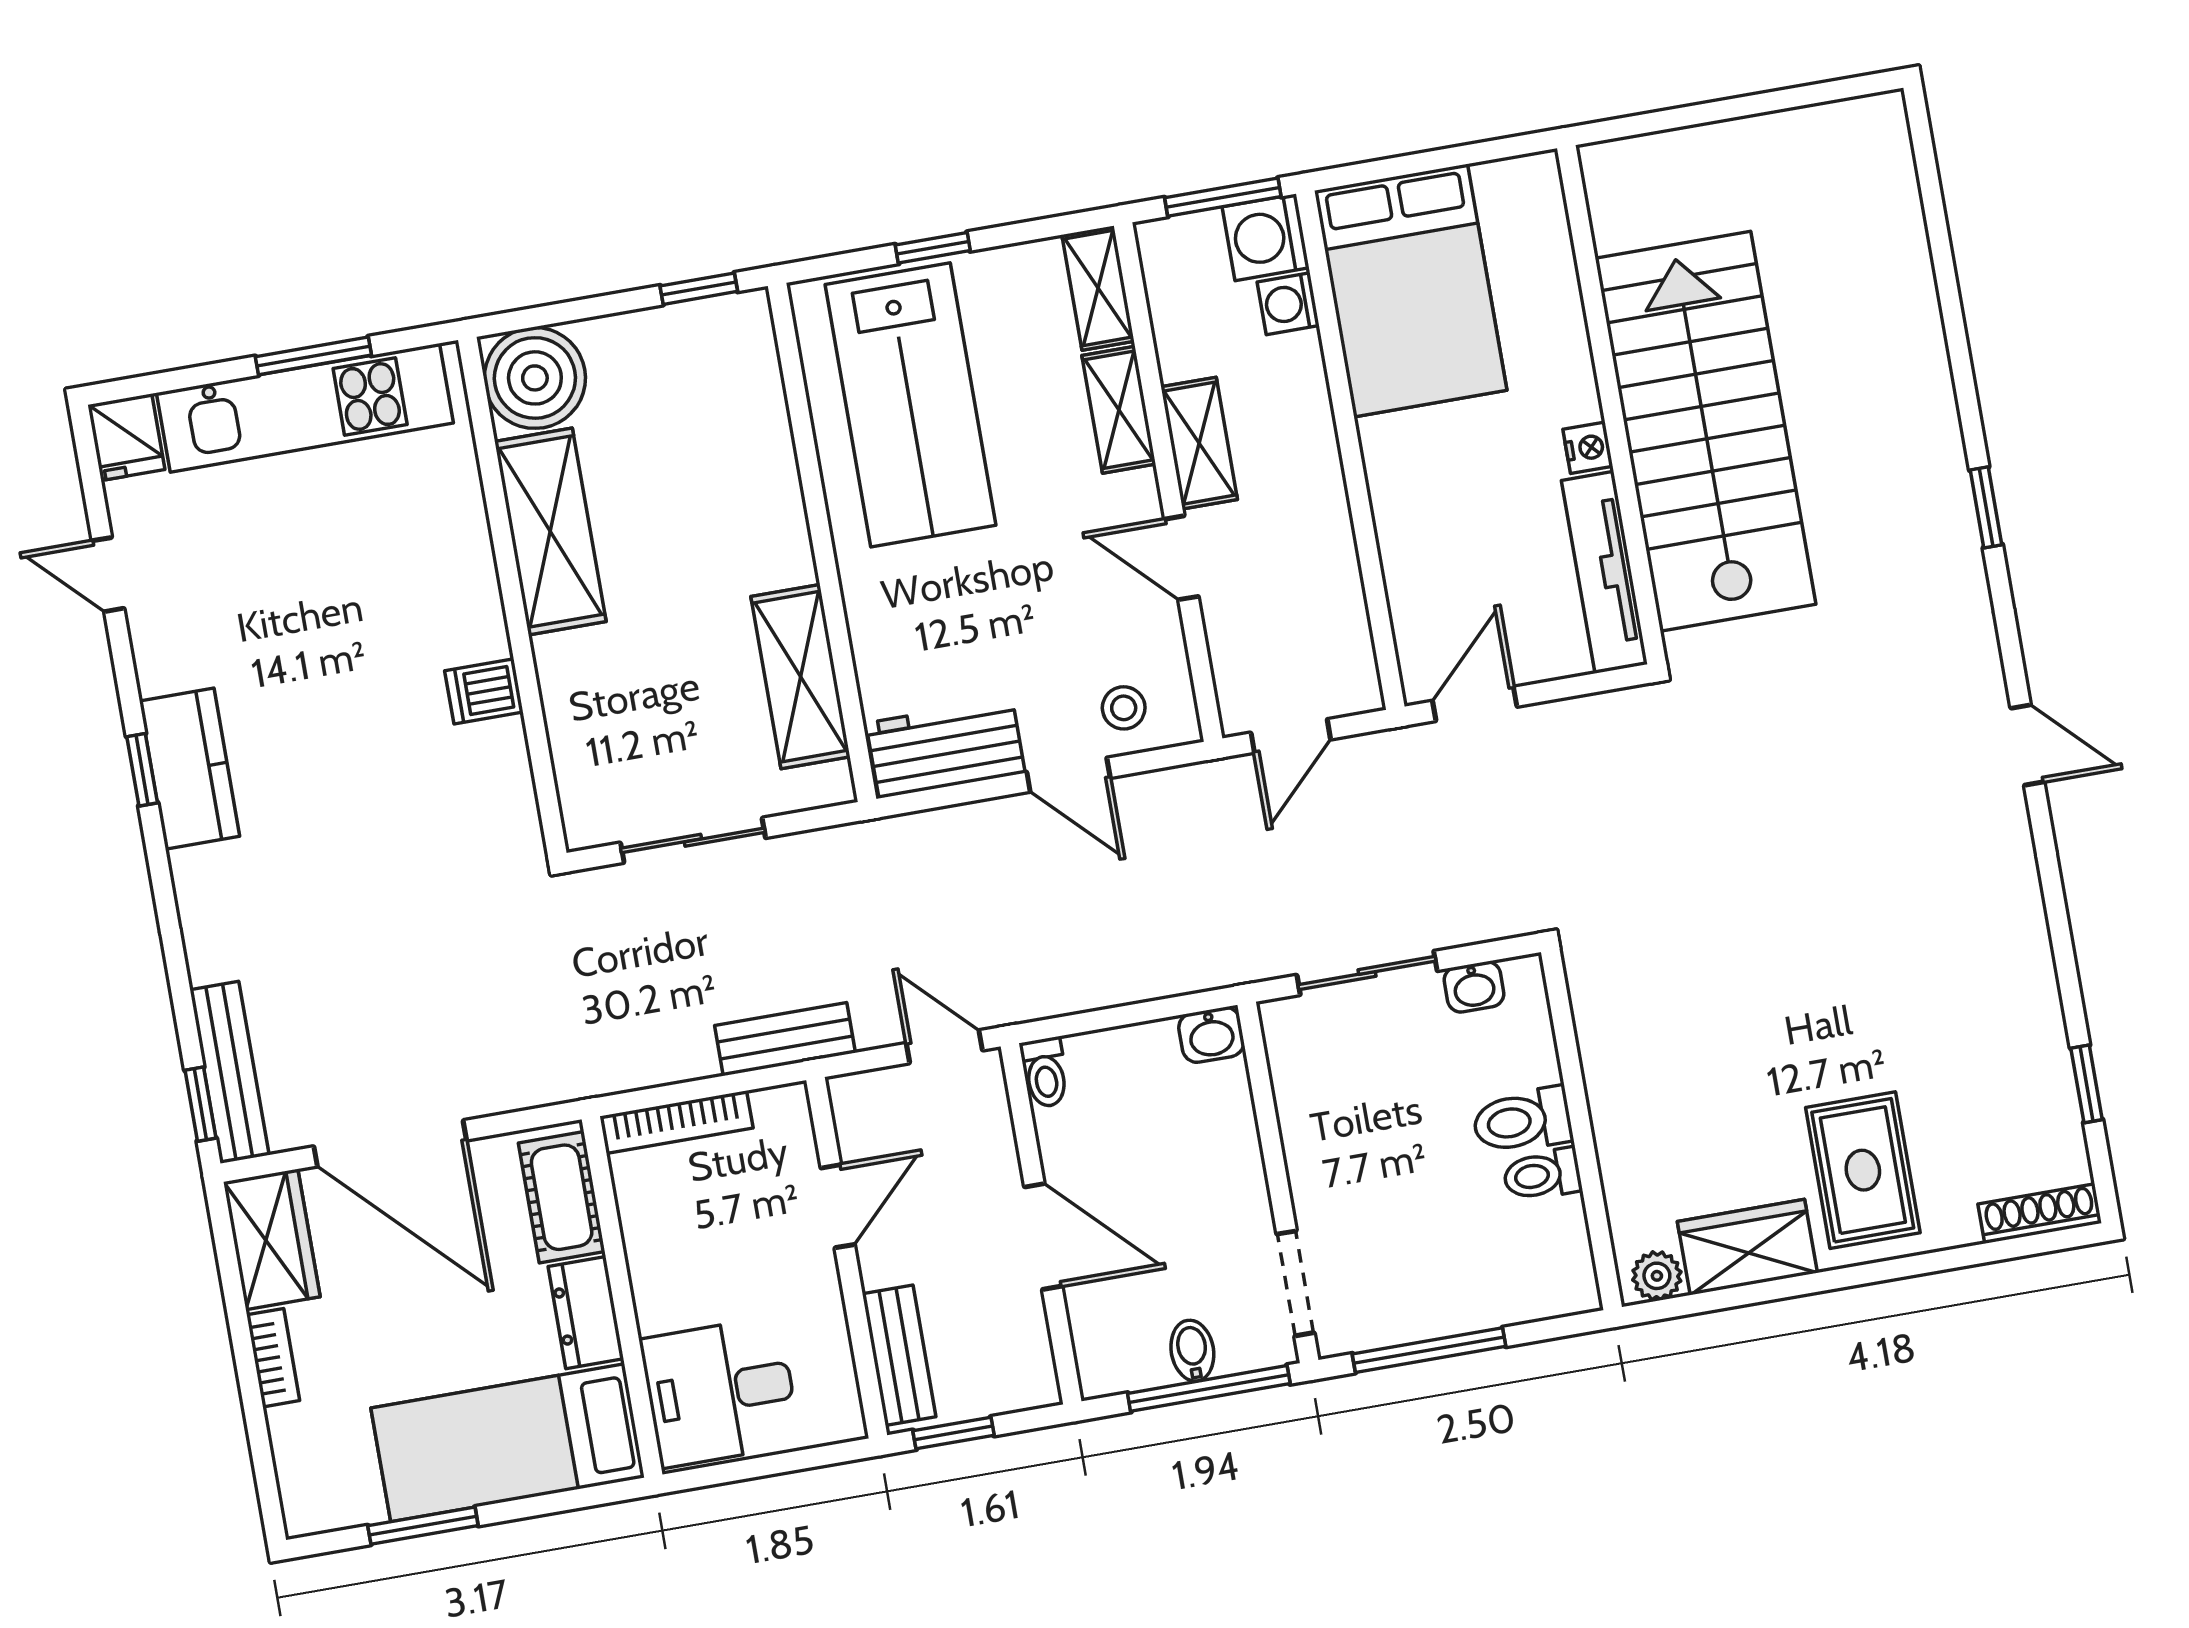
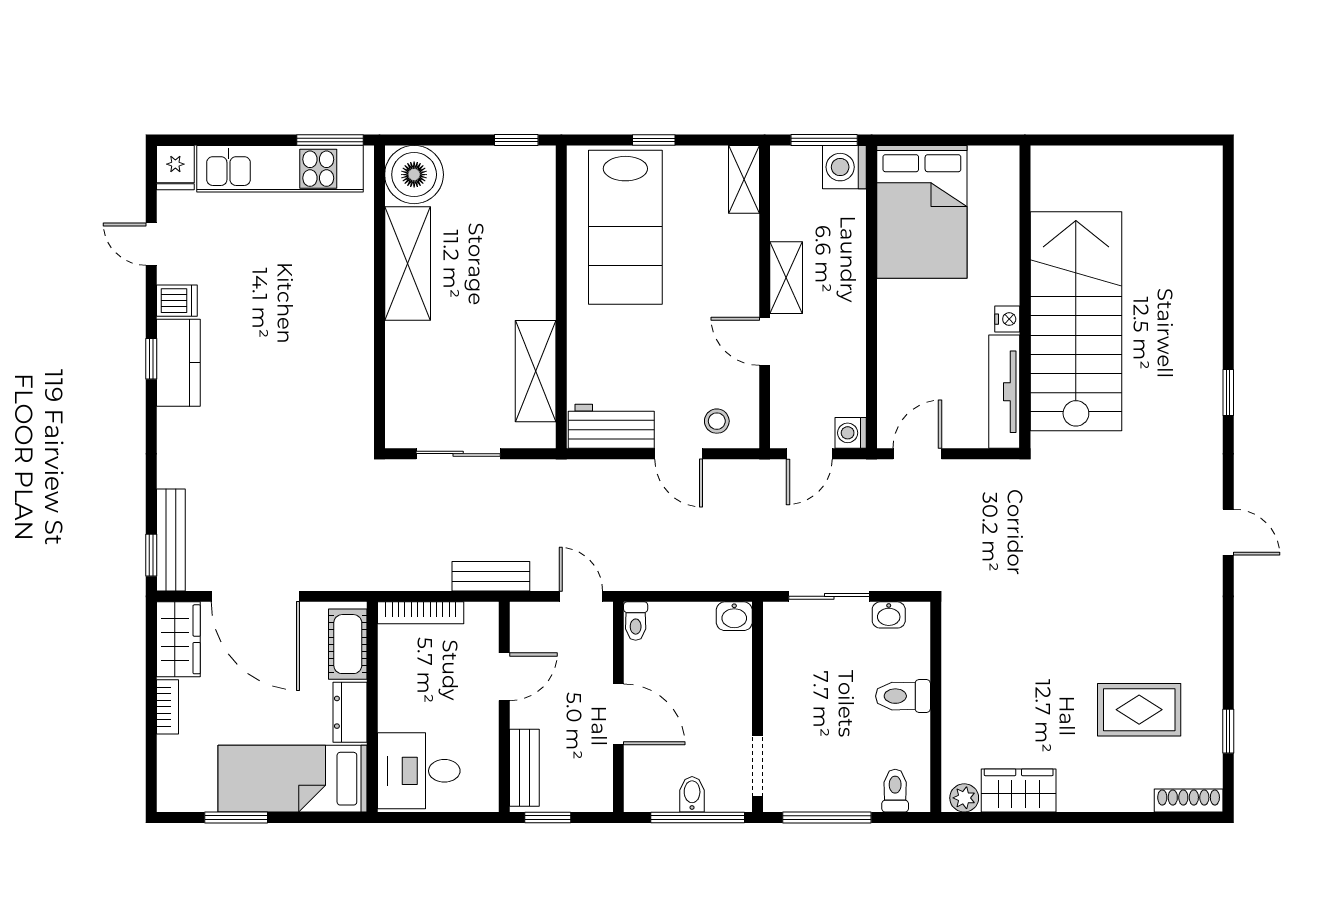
washing machine: (1288, 304) -> (851, 433), moved
window: (313, 356) -> (330, 140), moved
shelving: (1119, 410) -> (744, 251), removed
dishwasher: (484, 691) -> (177, 301), moved, turned 180
rug: (1863, 1170) -> (1139, 710), moved, turned 90
toilet: (1542, 1175) -> (895, 791), moved, turned 90

